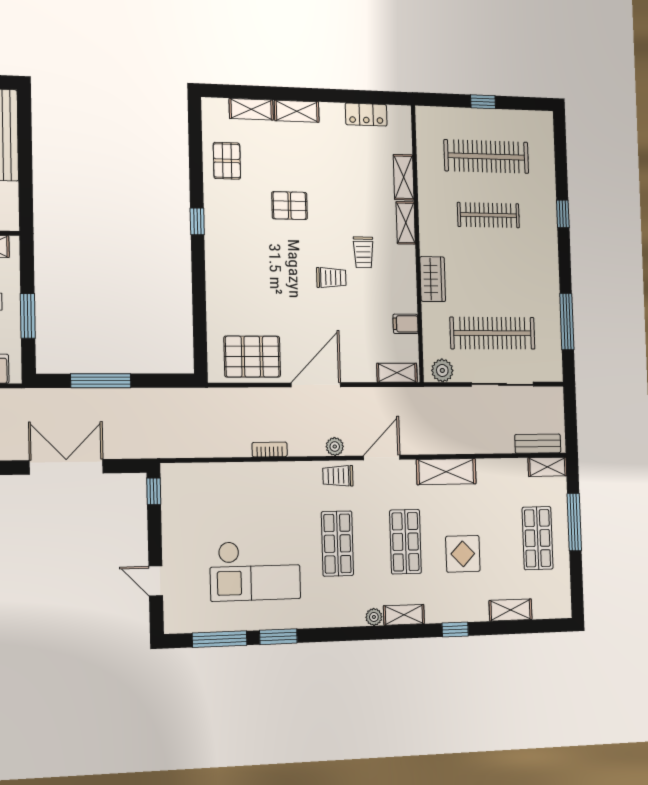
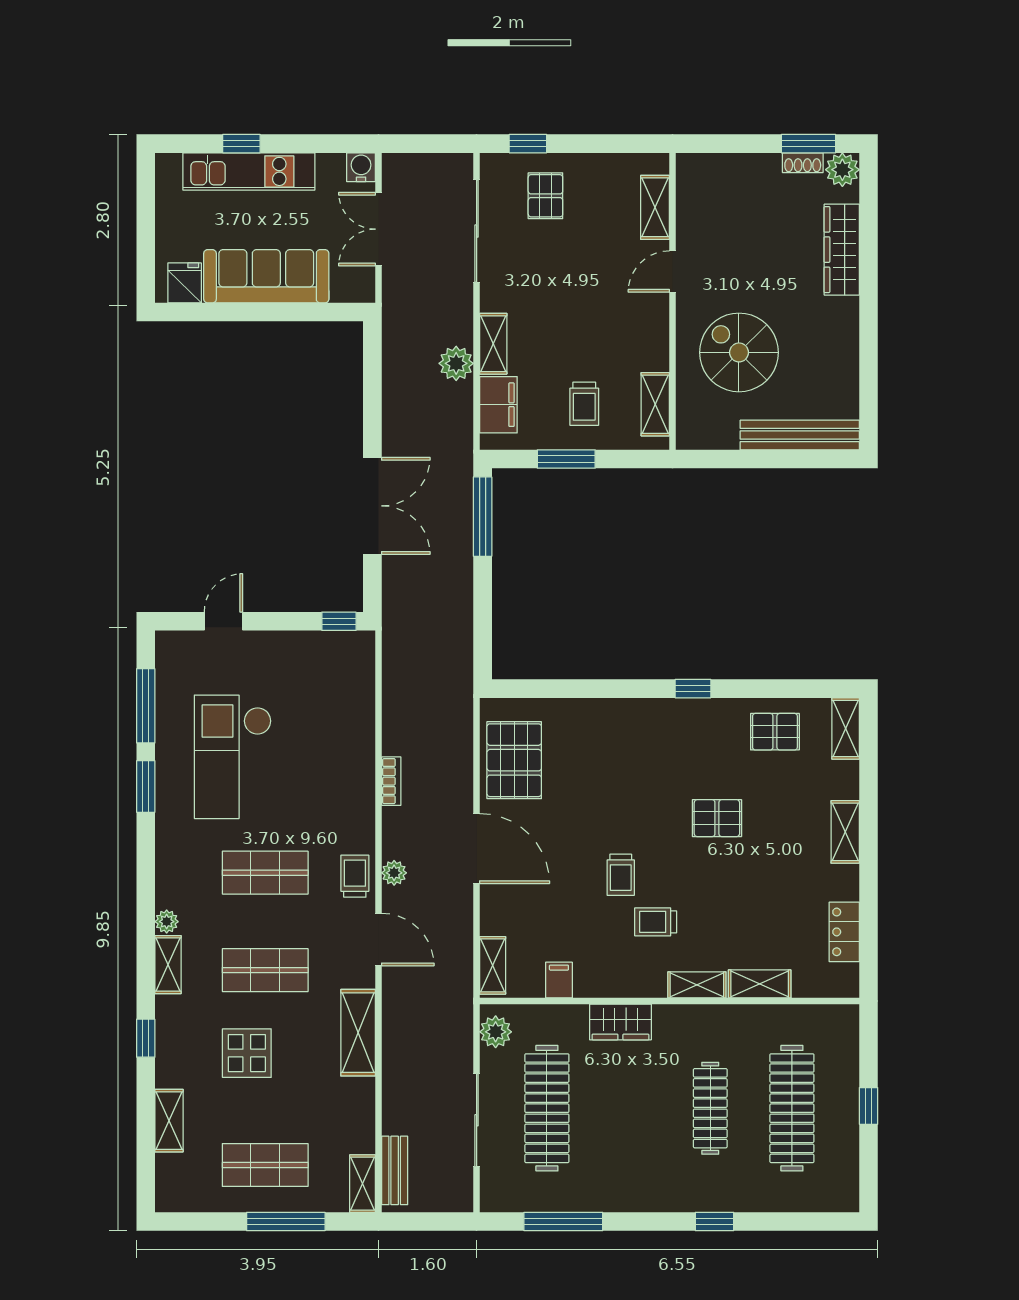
shelving: (251, 109) -> (846, 728), moved
pallet: (290, 206) -> (717, 818), turned 90
window: (101, 381) -> (483, 517), moved

